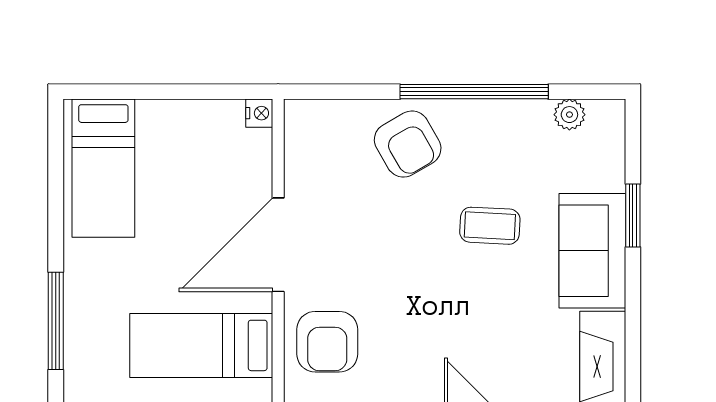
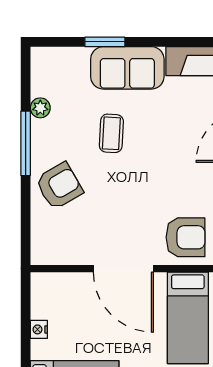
window: (474, 92) -> (26, 143), width x0.68
nightstand: (259, 113) -> (39, 329), moved, turned -90
plant: (569, 115) -> (40, 108), moved

